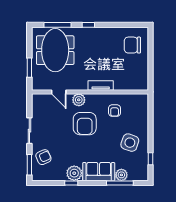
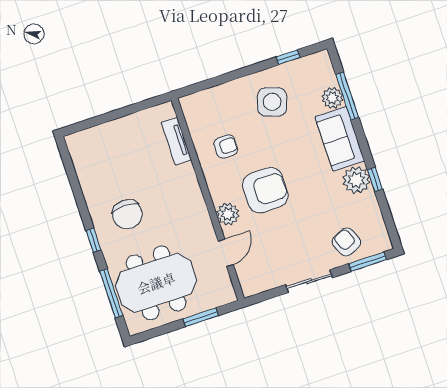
chair: (132, 45) -> (127, 214), moved
tv unit: (101, 86) -> (176, 141), moved

